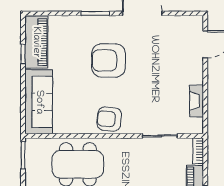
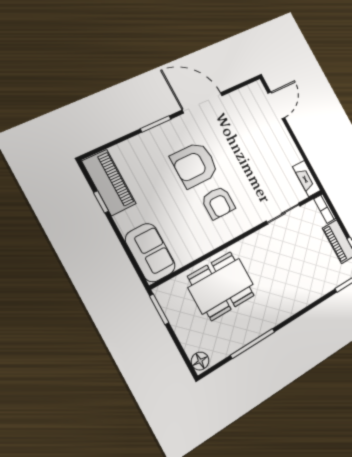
fireplace: (196, 101) -> (307, 179), moved
sofa: (39, 102) -> (150, 253), width x0.73
armchair: (109, 119) -> (218, 203), moved, turned -96

